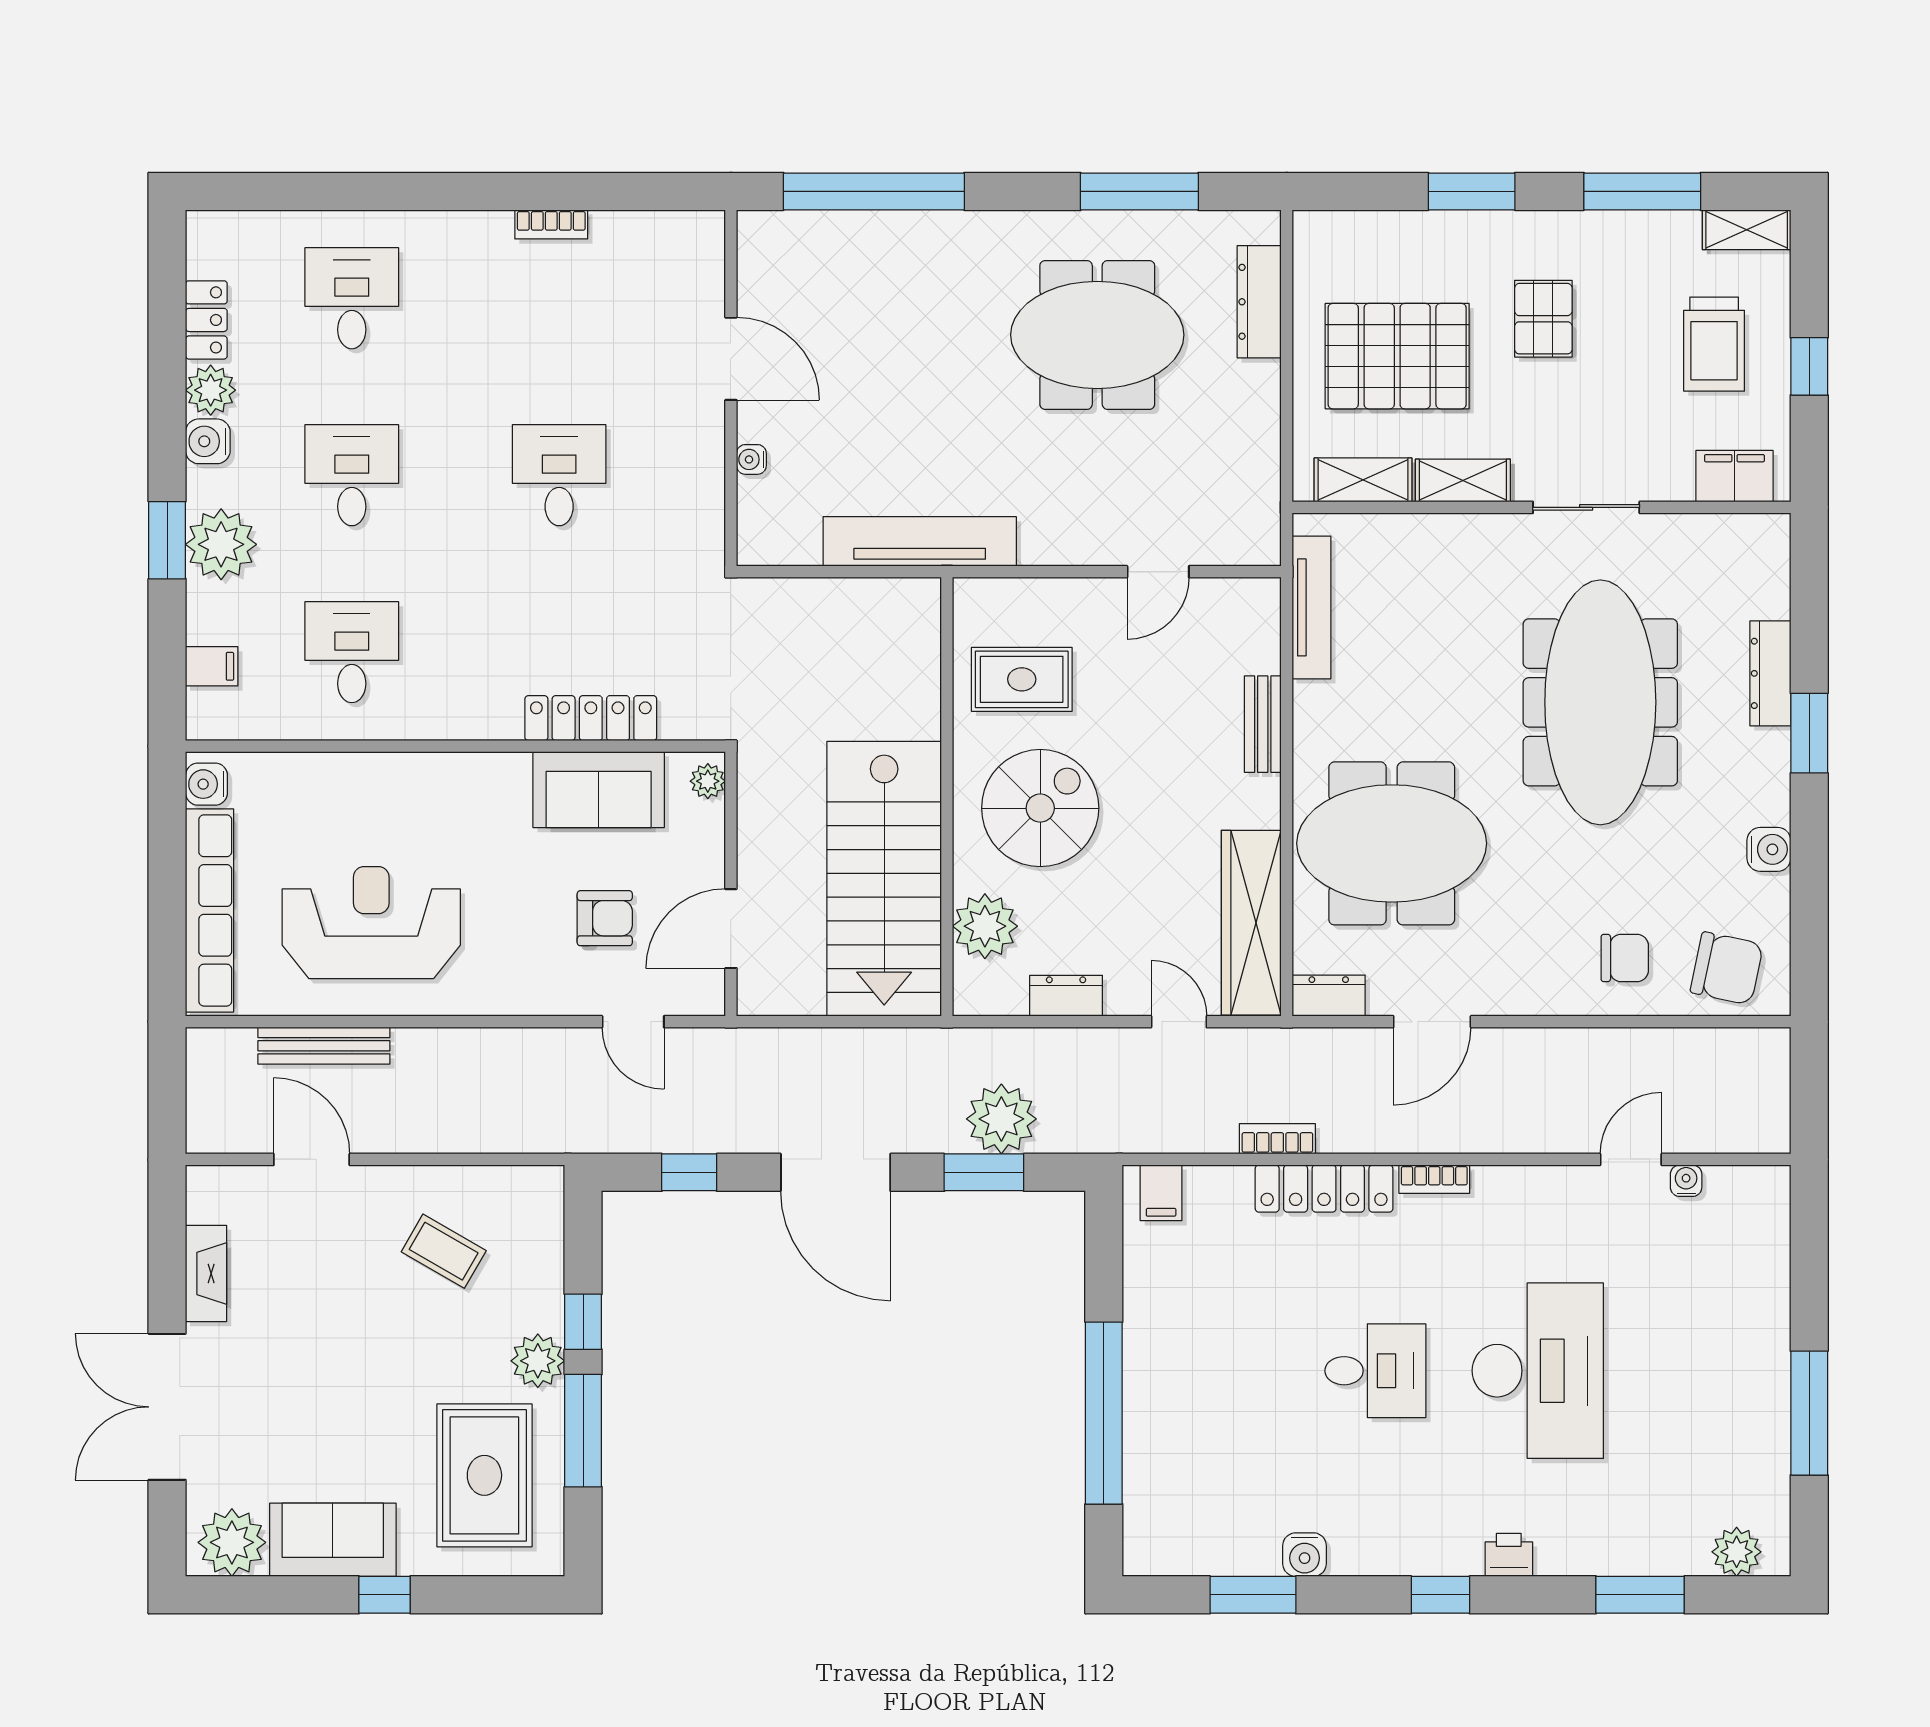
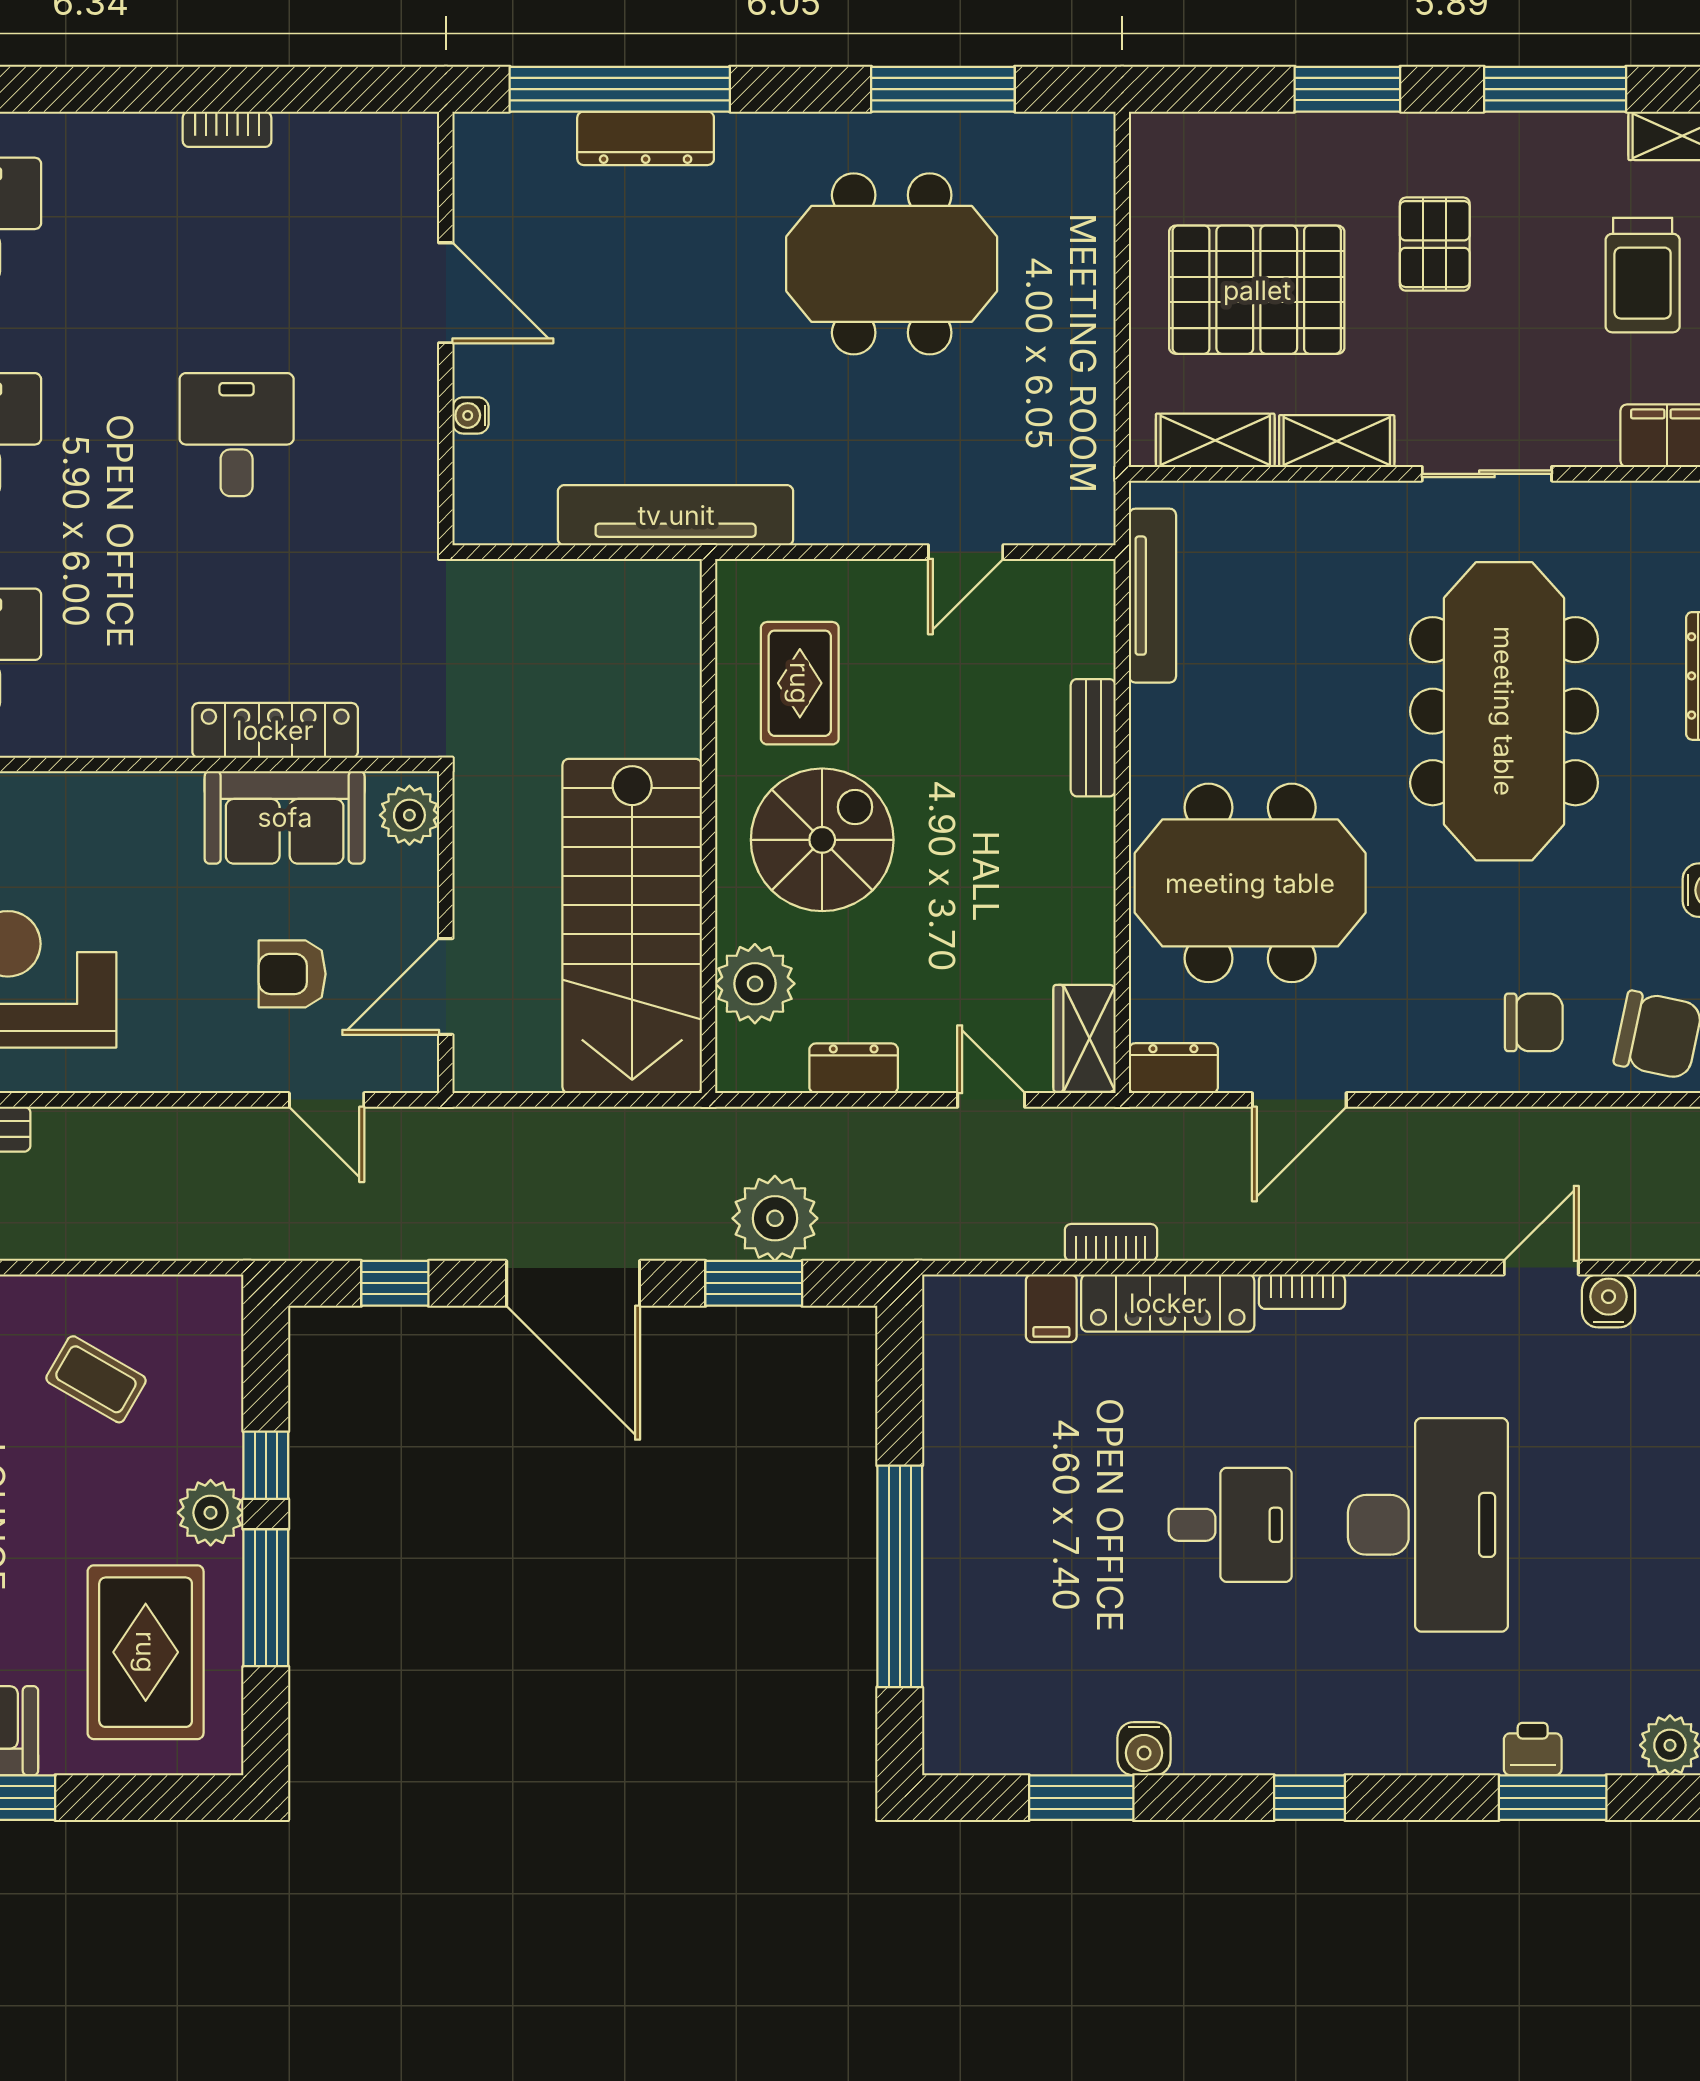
dresser: (1259, 302) -> (646, 138), moved, turned -90
rug: (1022, 679) -> (800, 683), turned 90
plant: (708, 781) -> (409, 815), width x1.38, depth x1.38
armchair: (605, 918) -> (292, 974), turned 180
wardrobe: (1251, 923) -> (1084, 1038), width x0.48, depth x0.85
water cooler: (1686, 1181) -> (1609, 1301), width x1.38, depth x1.38
filing cabinet: (1161, 1193) -> (1051, 1308), moved
printer: (1509, 1555) -> (1533, 1749), moved

